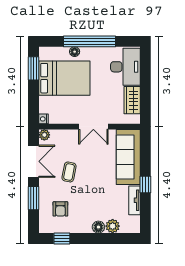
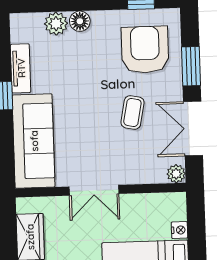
nightstand: (44, 119) -> (179, 230), moved
double door: (93, 127) -> (94, 190), swing flipped
armchair: (60, 209) -> (145, 50), width x1.88, depth x1.88

